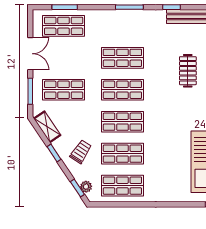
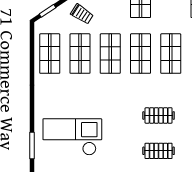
plant: (86, 187) -> (49, 19), removed

